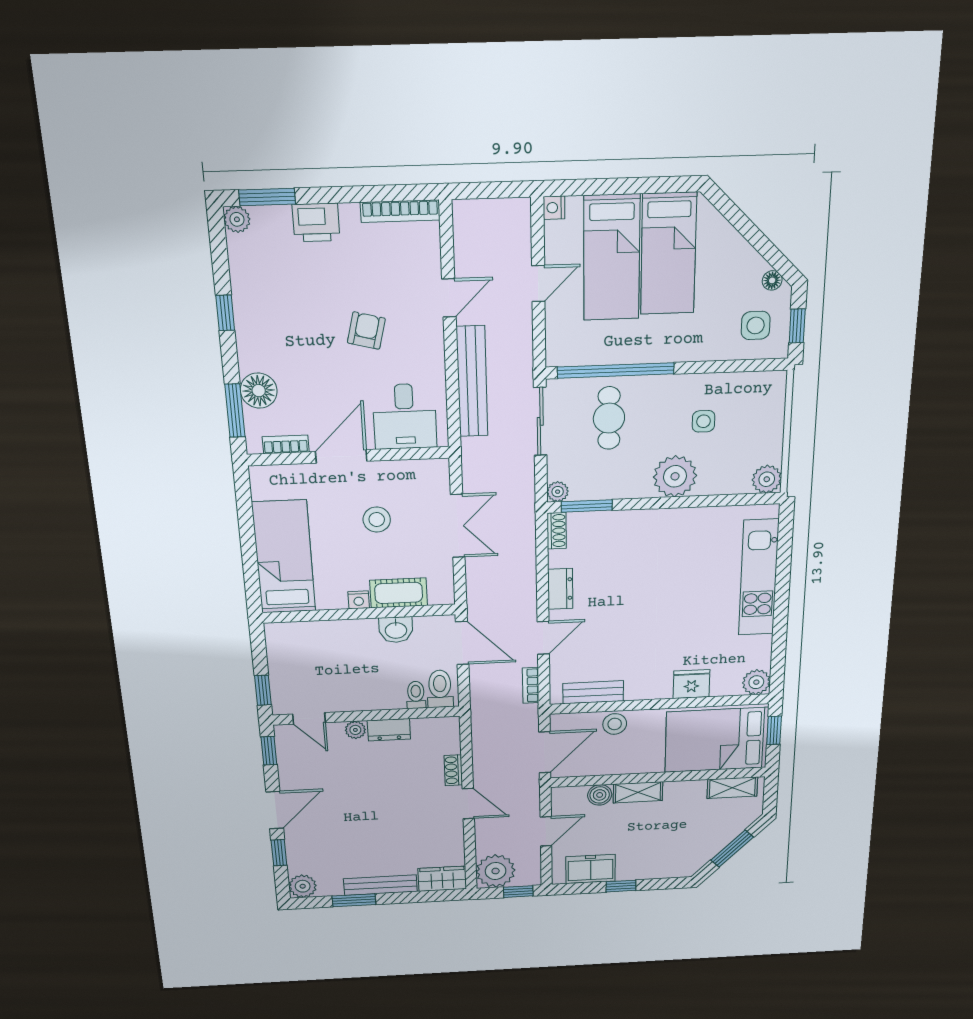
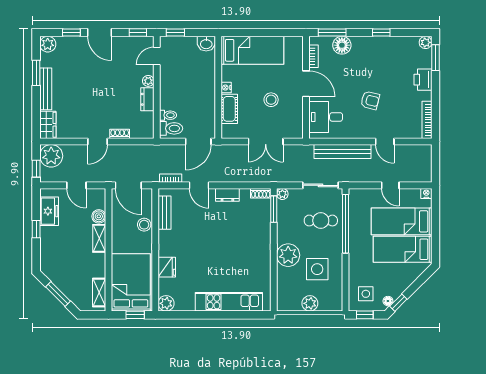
window: (777, 259) -> (398, 303), added
side table: (704, 421) -> (317, 269), width x1.87, depth x1.87
plant: (767, 479) -> (310, 303), moved
washbasin: (396, 630) -> (206, 44), moved, turned -90

